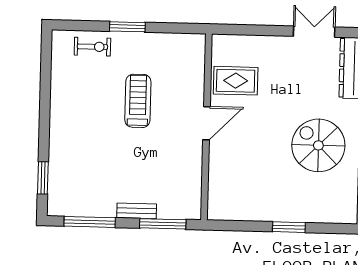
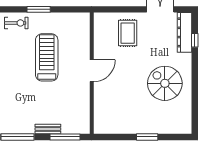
rug: (236, 81) -> (128, 33), moved, turned 90
treadmill: (138, 101) -> (47, 57), width x1.37, depth x1.38

